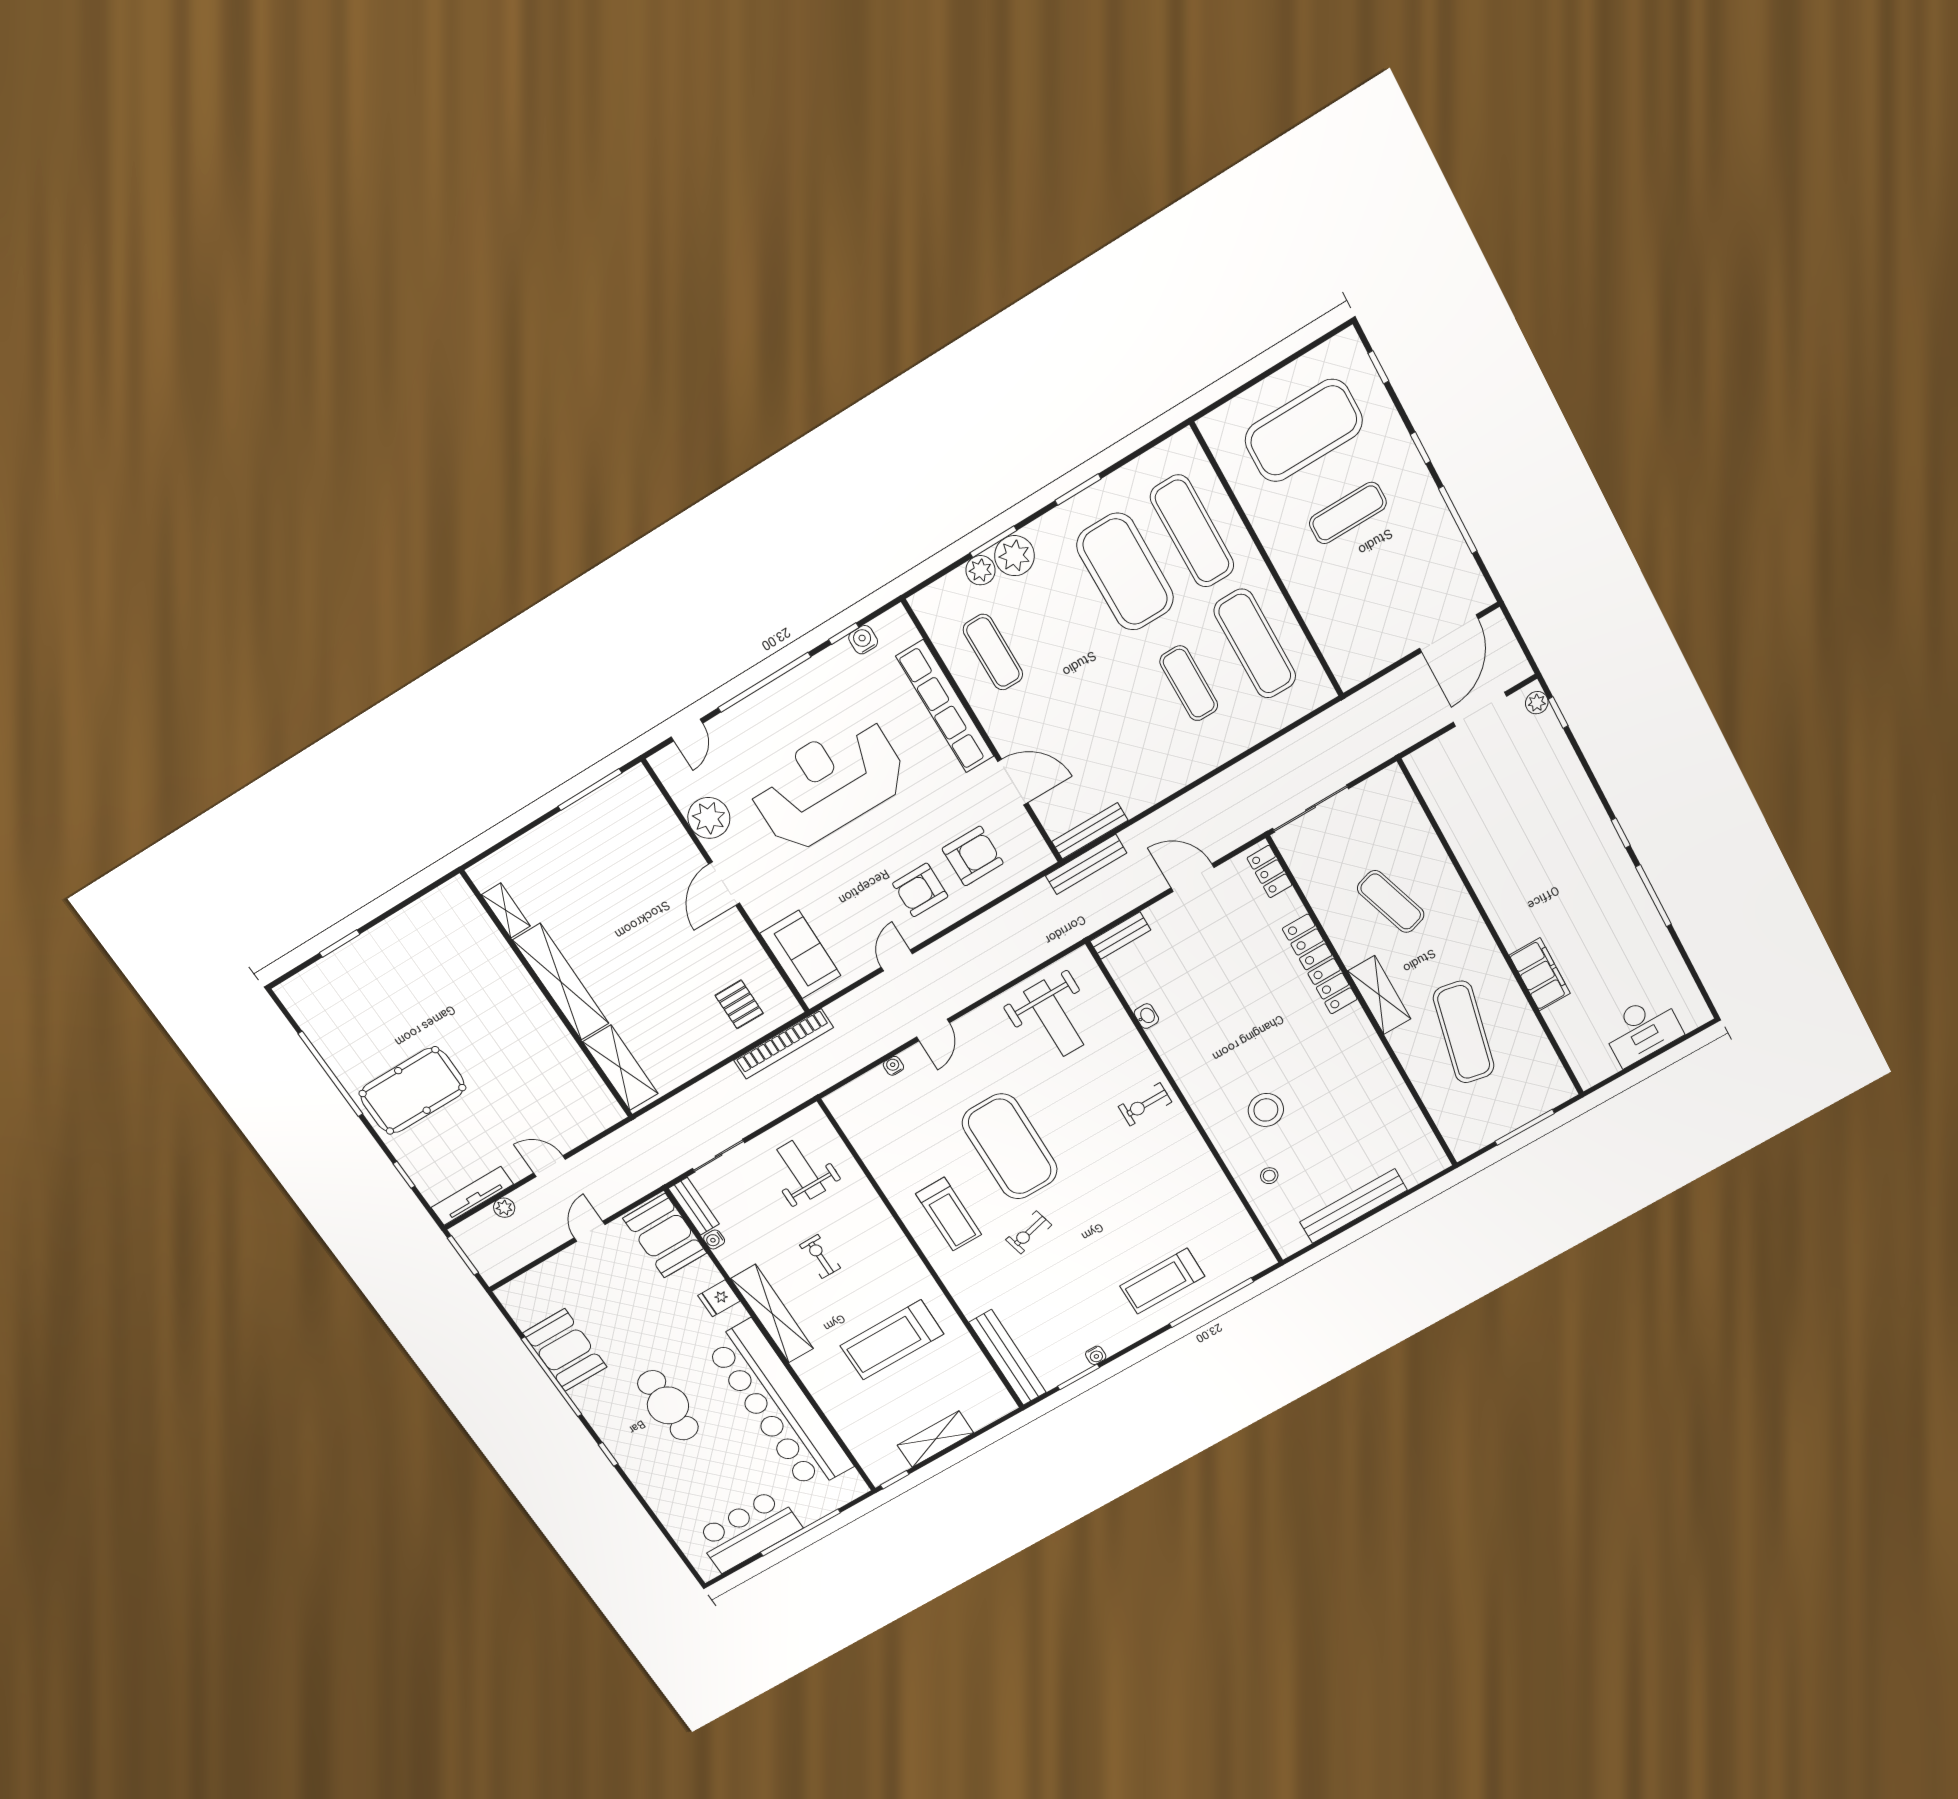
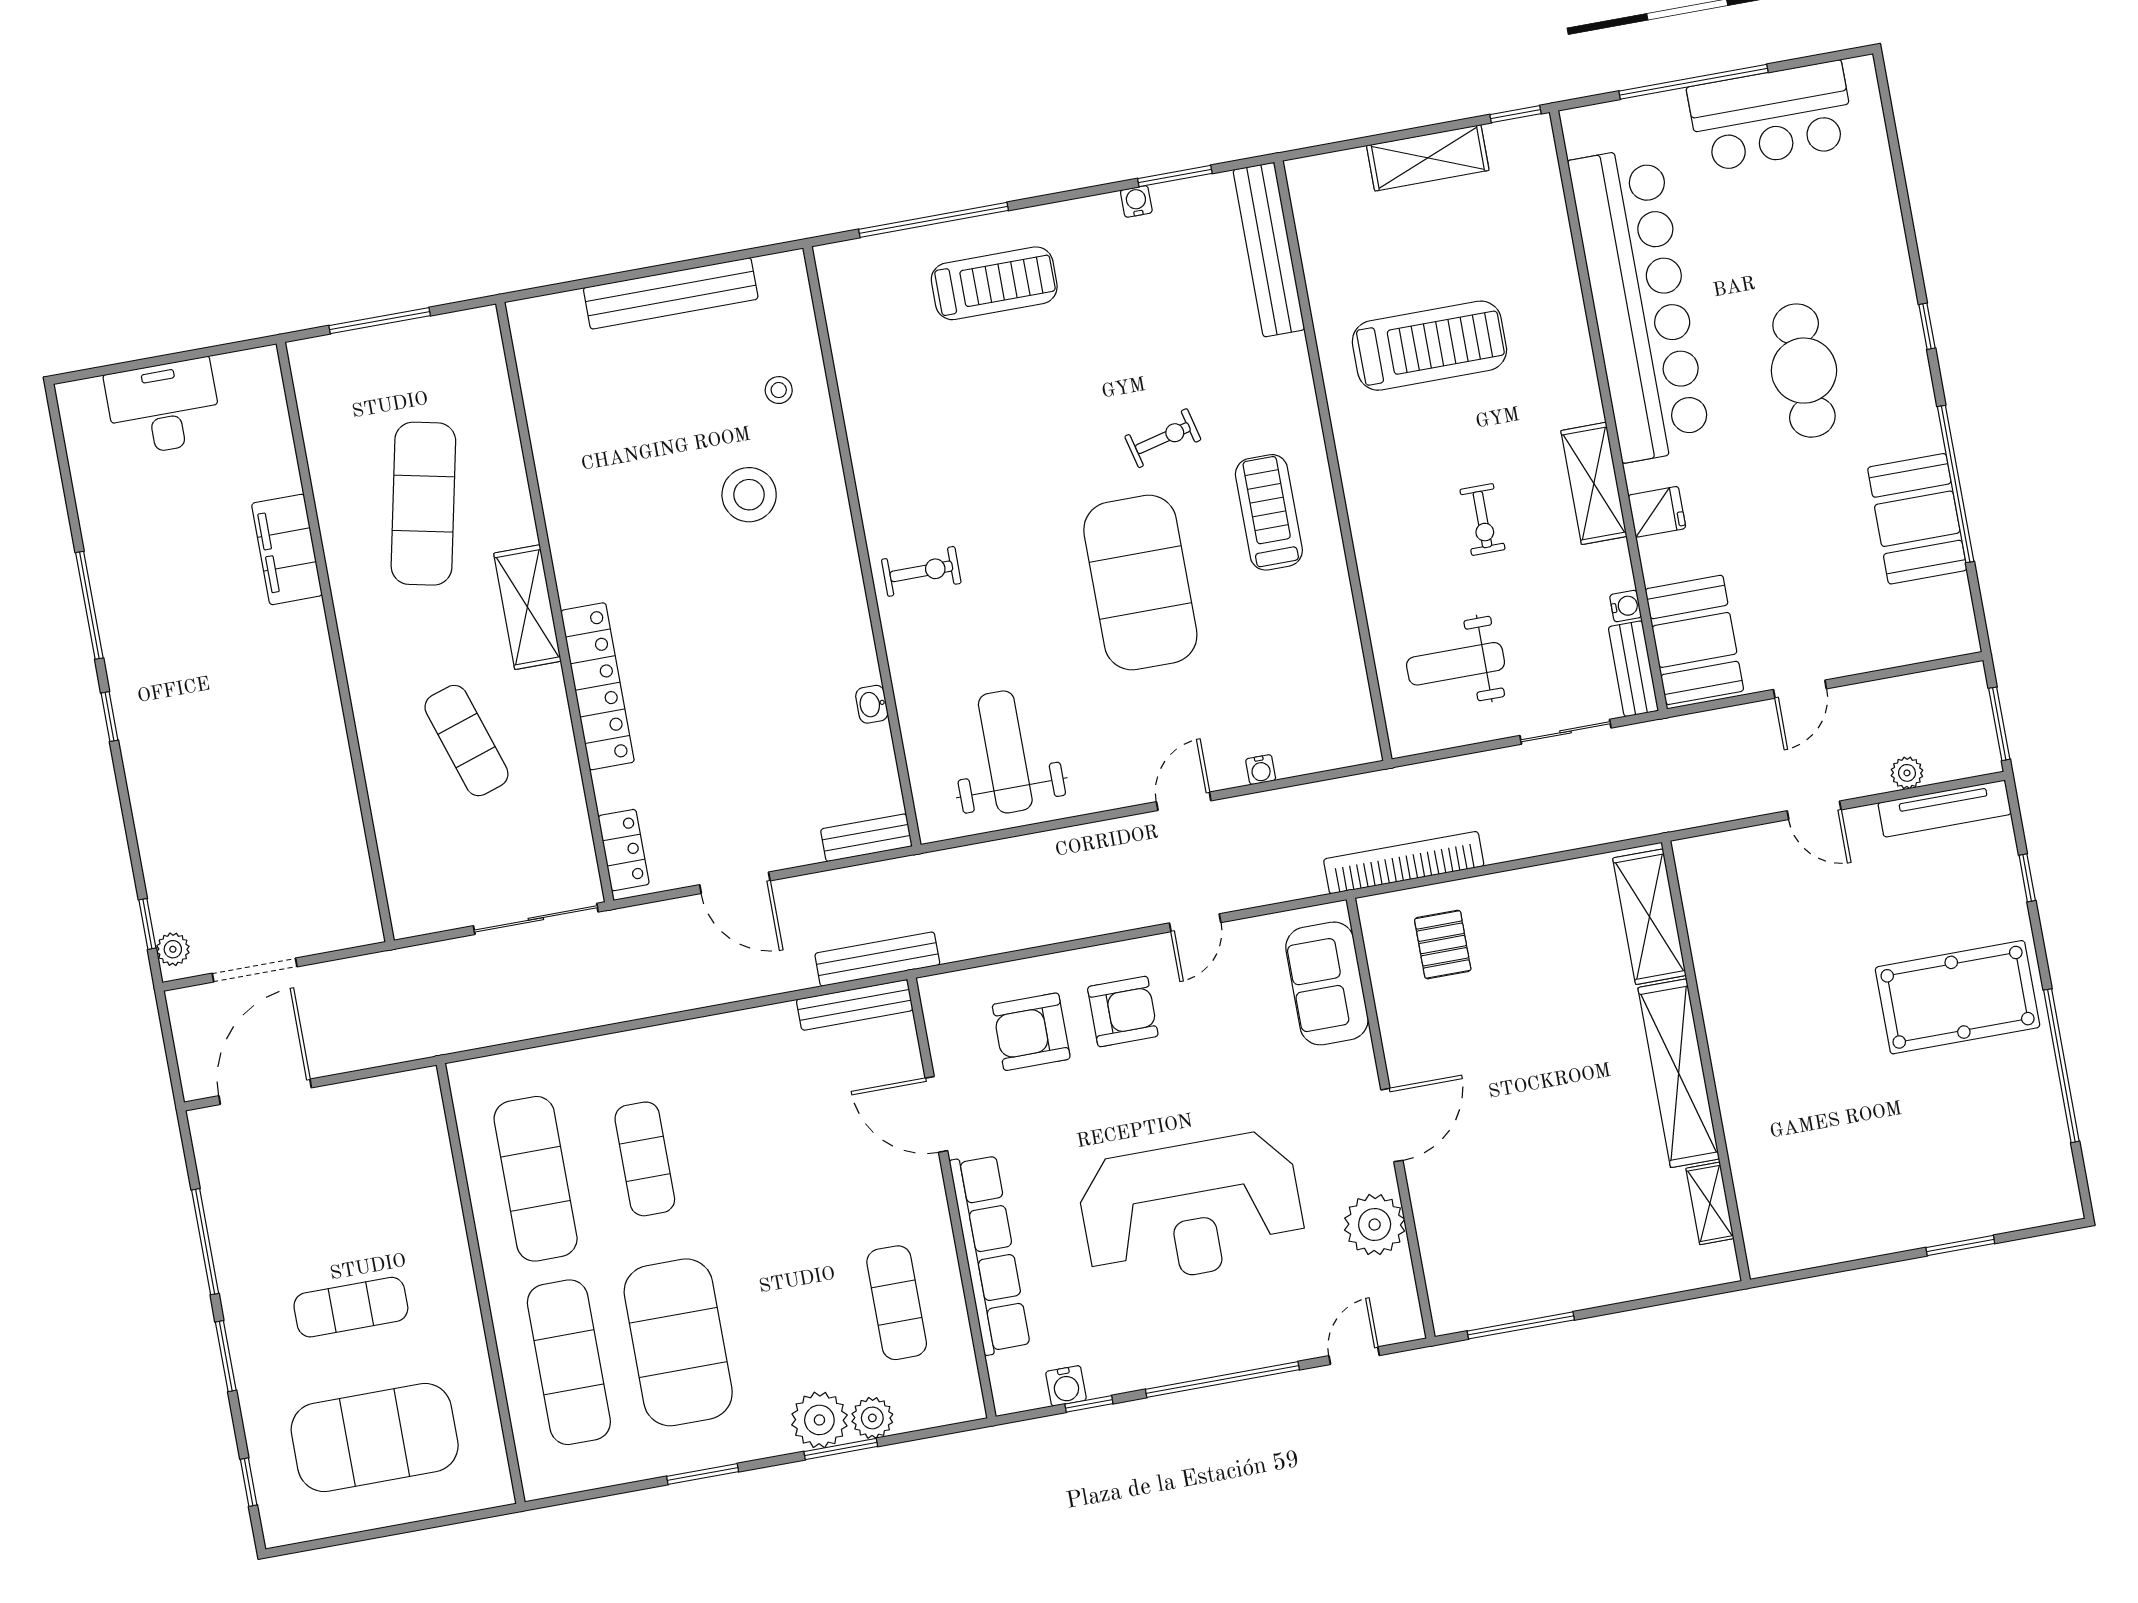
window: (1420, 448) -> (226, 1356), width x1.50
weight bench: (801, 1170) -> (1456, 664), turned 90
shelving: (772, 1314) -> (1594, 483), width x0.68

